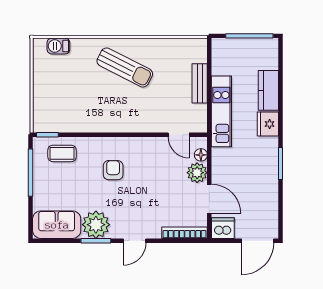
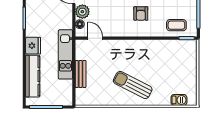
kitchen counter: (268, 90) -> (33, 76), width x1.50

